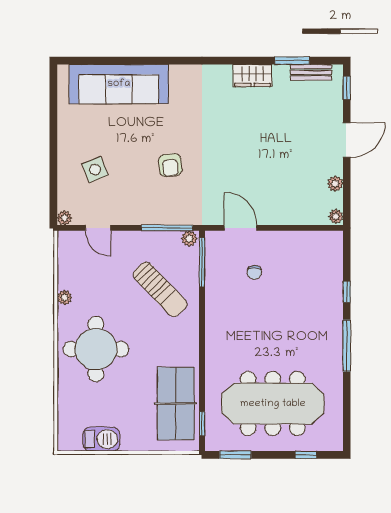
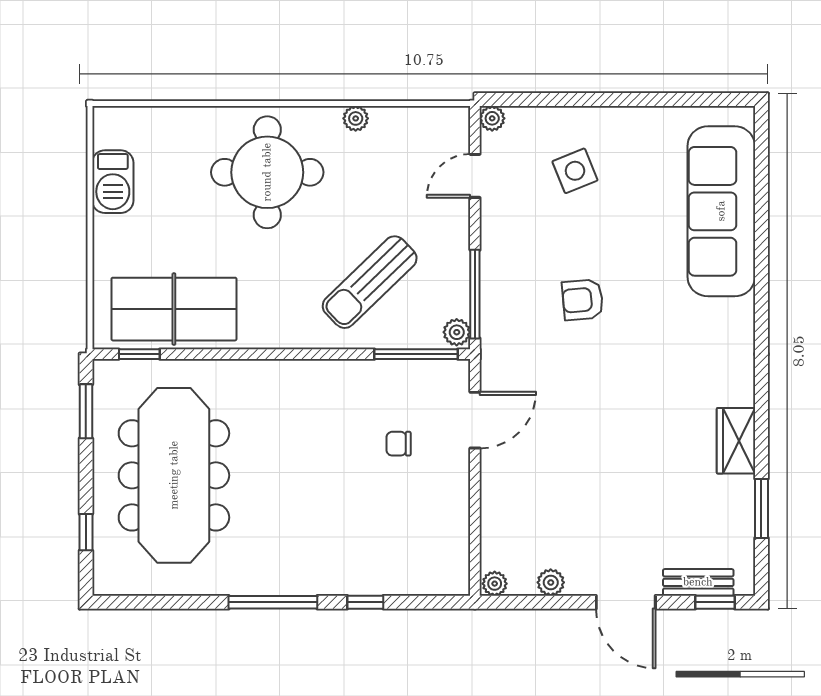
bench: (311, 72) -> (698, 582), moved, turned 90

